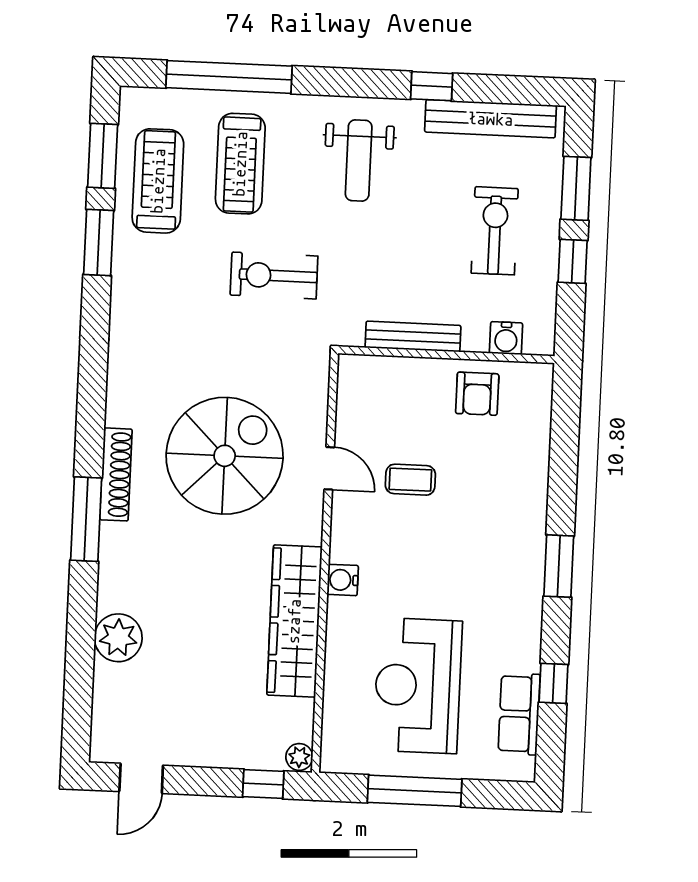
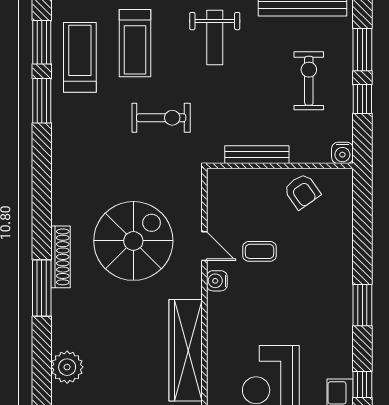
exercise bike: (274, 276) -> (161, 118), turned 180
water cooler: (506, 338) -> (342, 153), moved
armchair: (477, 394) -> (302, 191), turned -35
water cooler: (343, 580) -> (217, 281), moved

